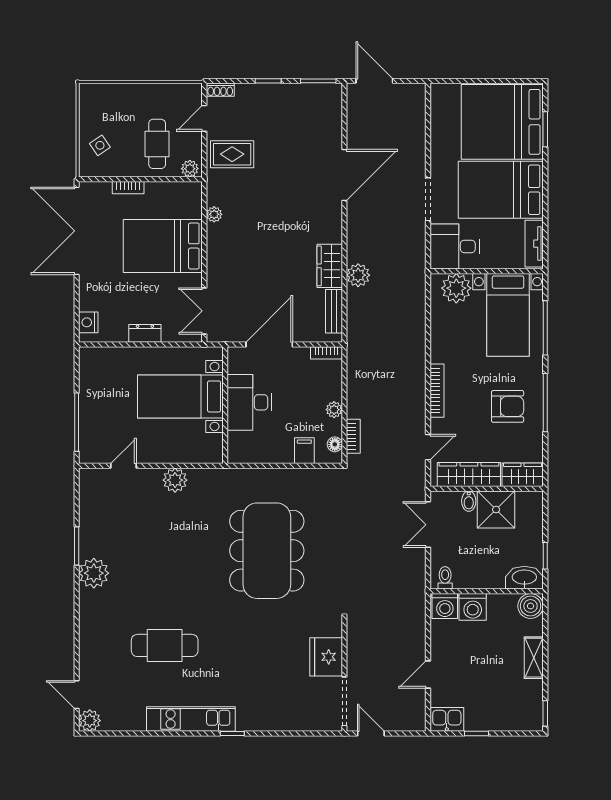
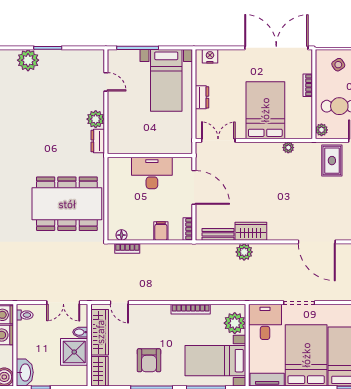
bookcase: (437, 391) -> (191, 309), moved
bed with nightstands: (180, 396) -> (166, 80), moved, turned 180
plant: (334, 410) -> (147, 235), removed
filing cabinet: (304, 451) -> (161, 231), moved, turned -90
dresser: (205, 477) -> (98, 141), added
double door: (428, 525) -> (63, 303), swing flipped
dining table: (267, 551) -> (67, 204), moved

